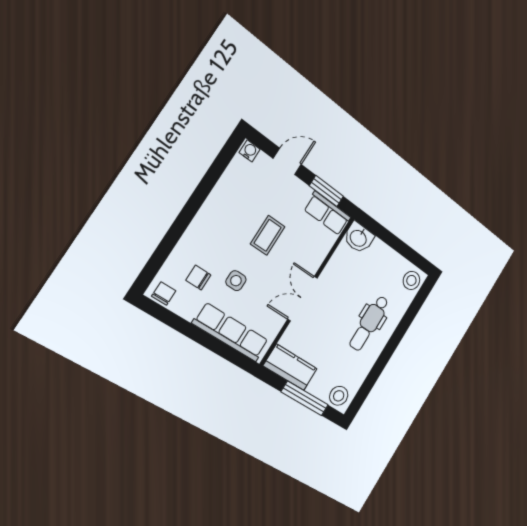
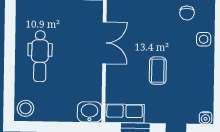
chair: (198, 278) -> (187, 13), turned 90
side table: (236, 281) -> (204, 39), moved
dental chair: (369, 323) -> (40, 56), turned 180

